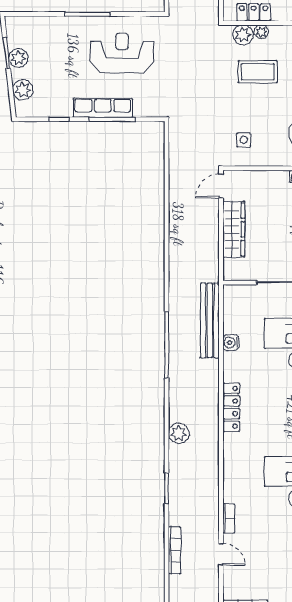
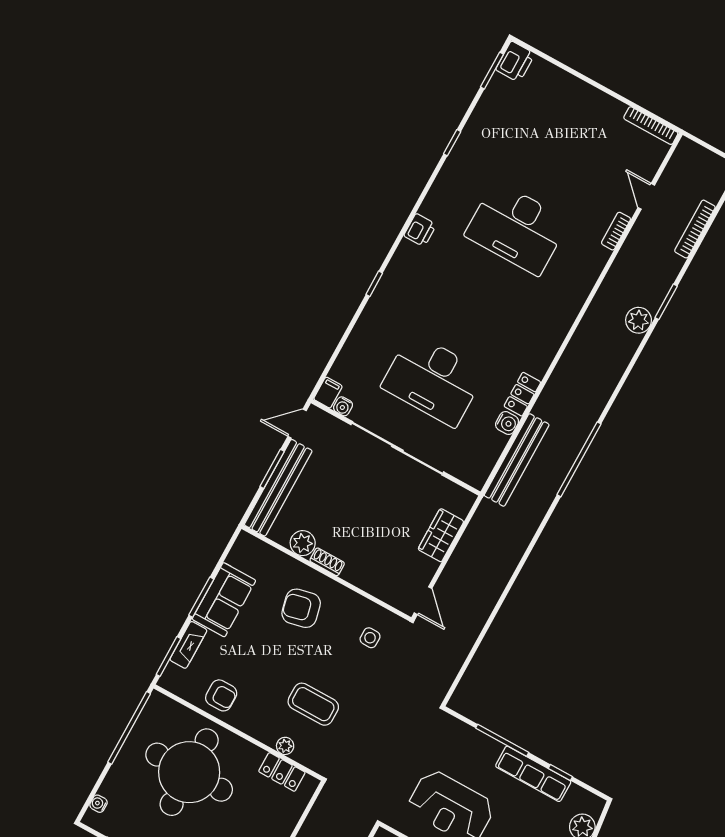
plant: (243, 35) -> (307, 754), removed
row of seats: (103, 108) -> (533, 774), moved
door: (221, 186) -> (423, 601), hinge flipped
wardrobe: (234, 229) -> (441, 535), width x0.67
locker: (231, 407) -> (522, 394), moved, width x0.66
plant: (179, 433) -> (639, 320), moved

